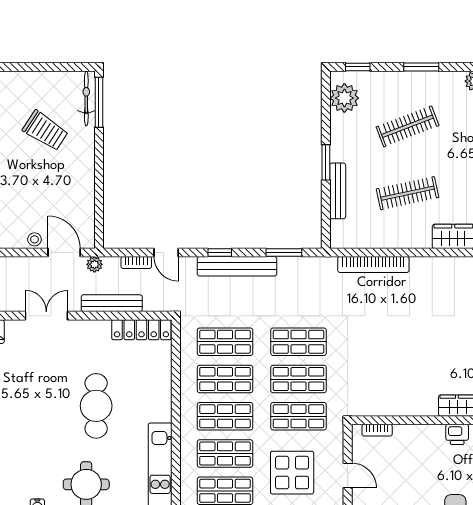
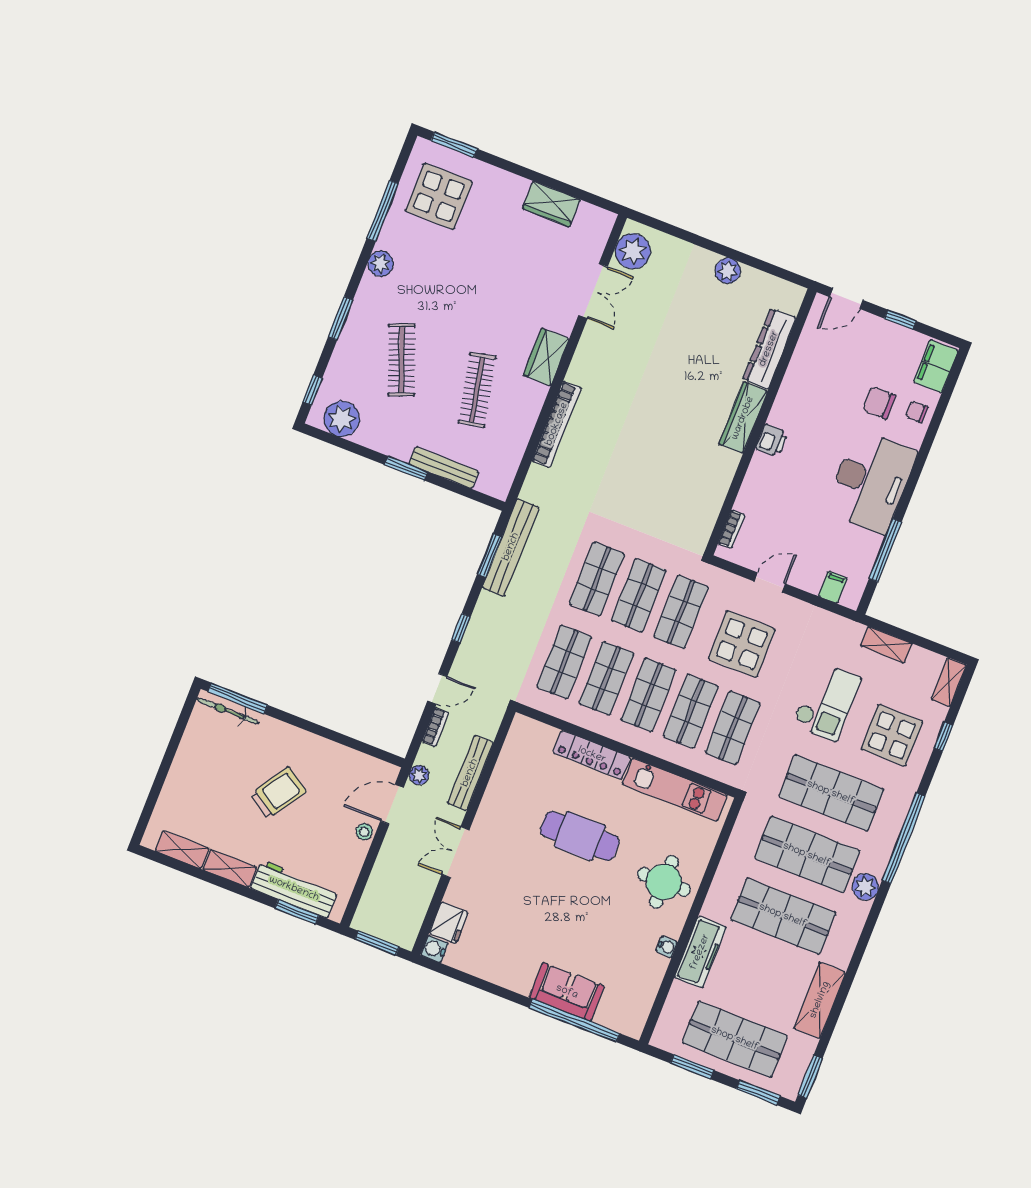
trolley: (45, 131) -> (278, 793), moved
bookcase: (373, 264) -> (557, 424), moved
bench: (237, 266) -> (511, 547), moved
locker: (141, 330) -> (592, 755), moved, turned 90

